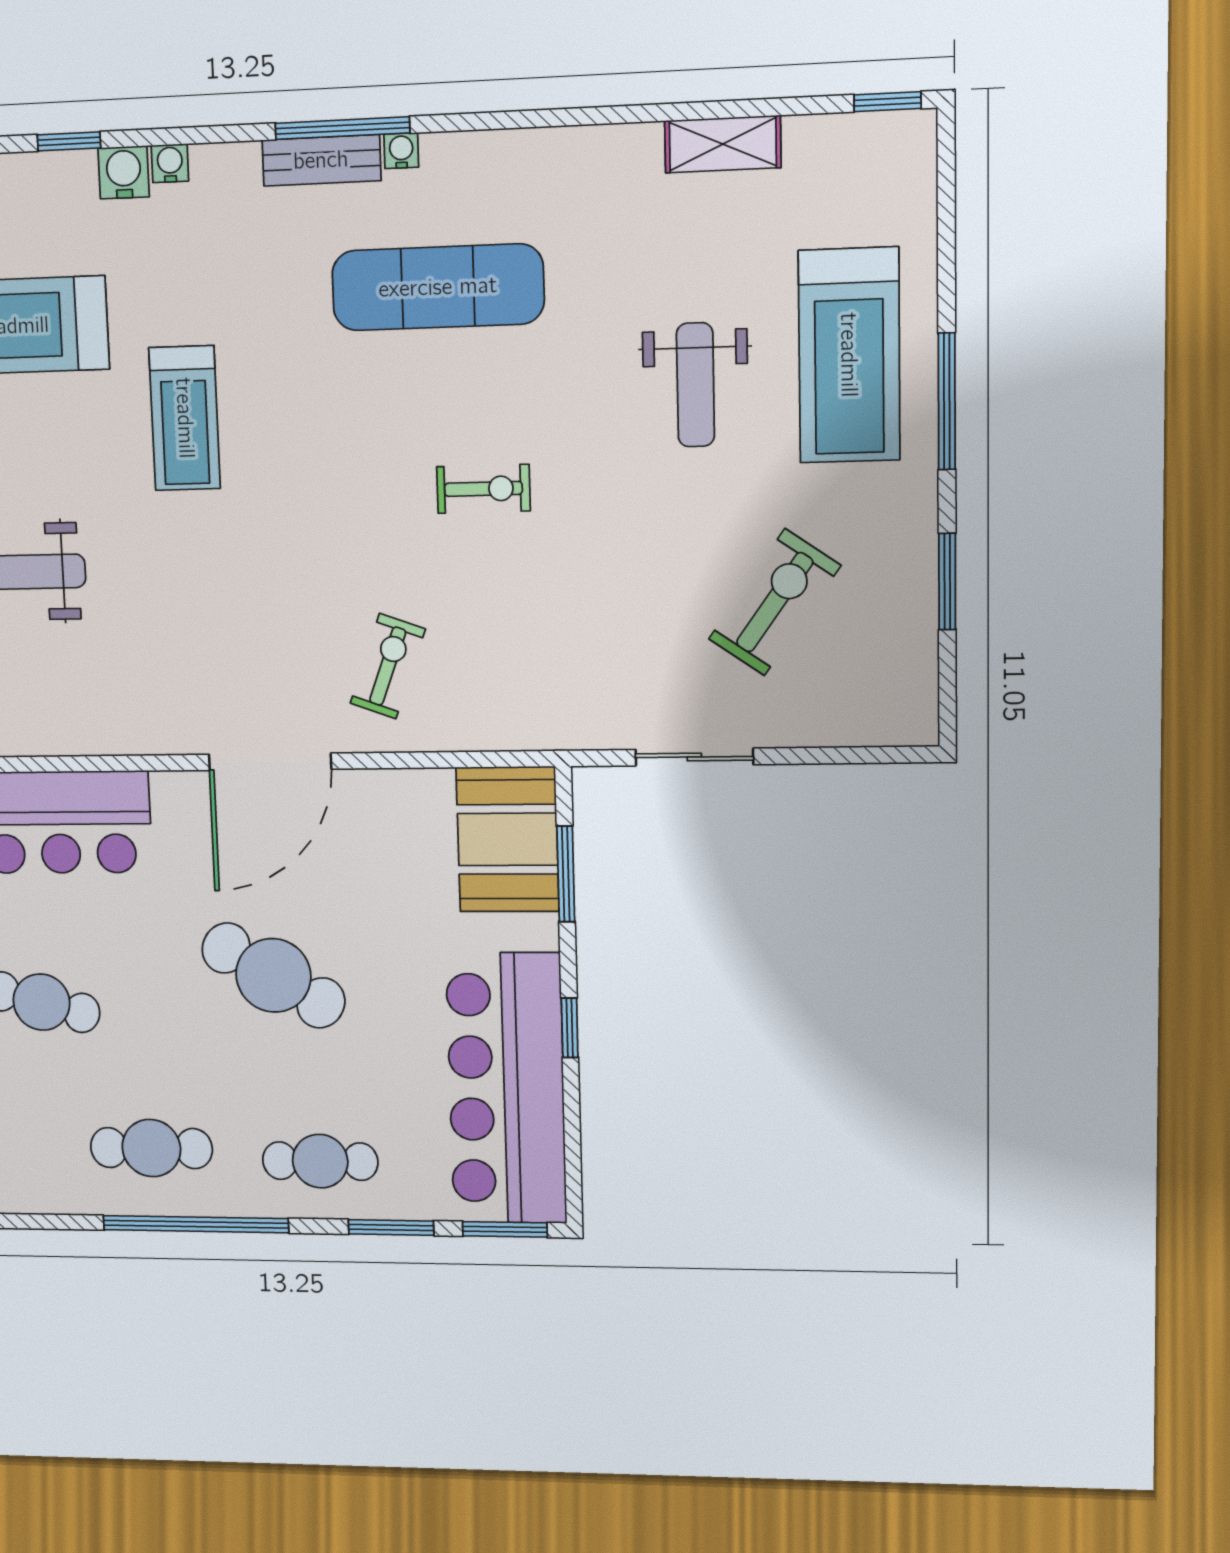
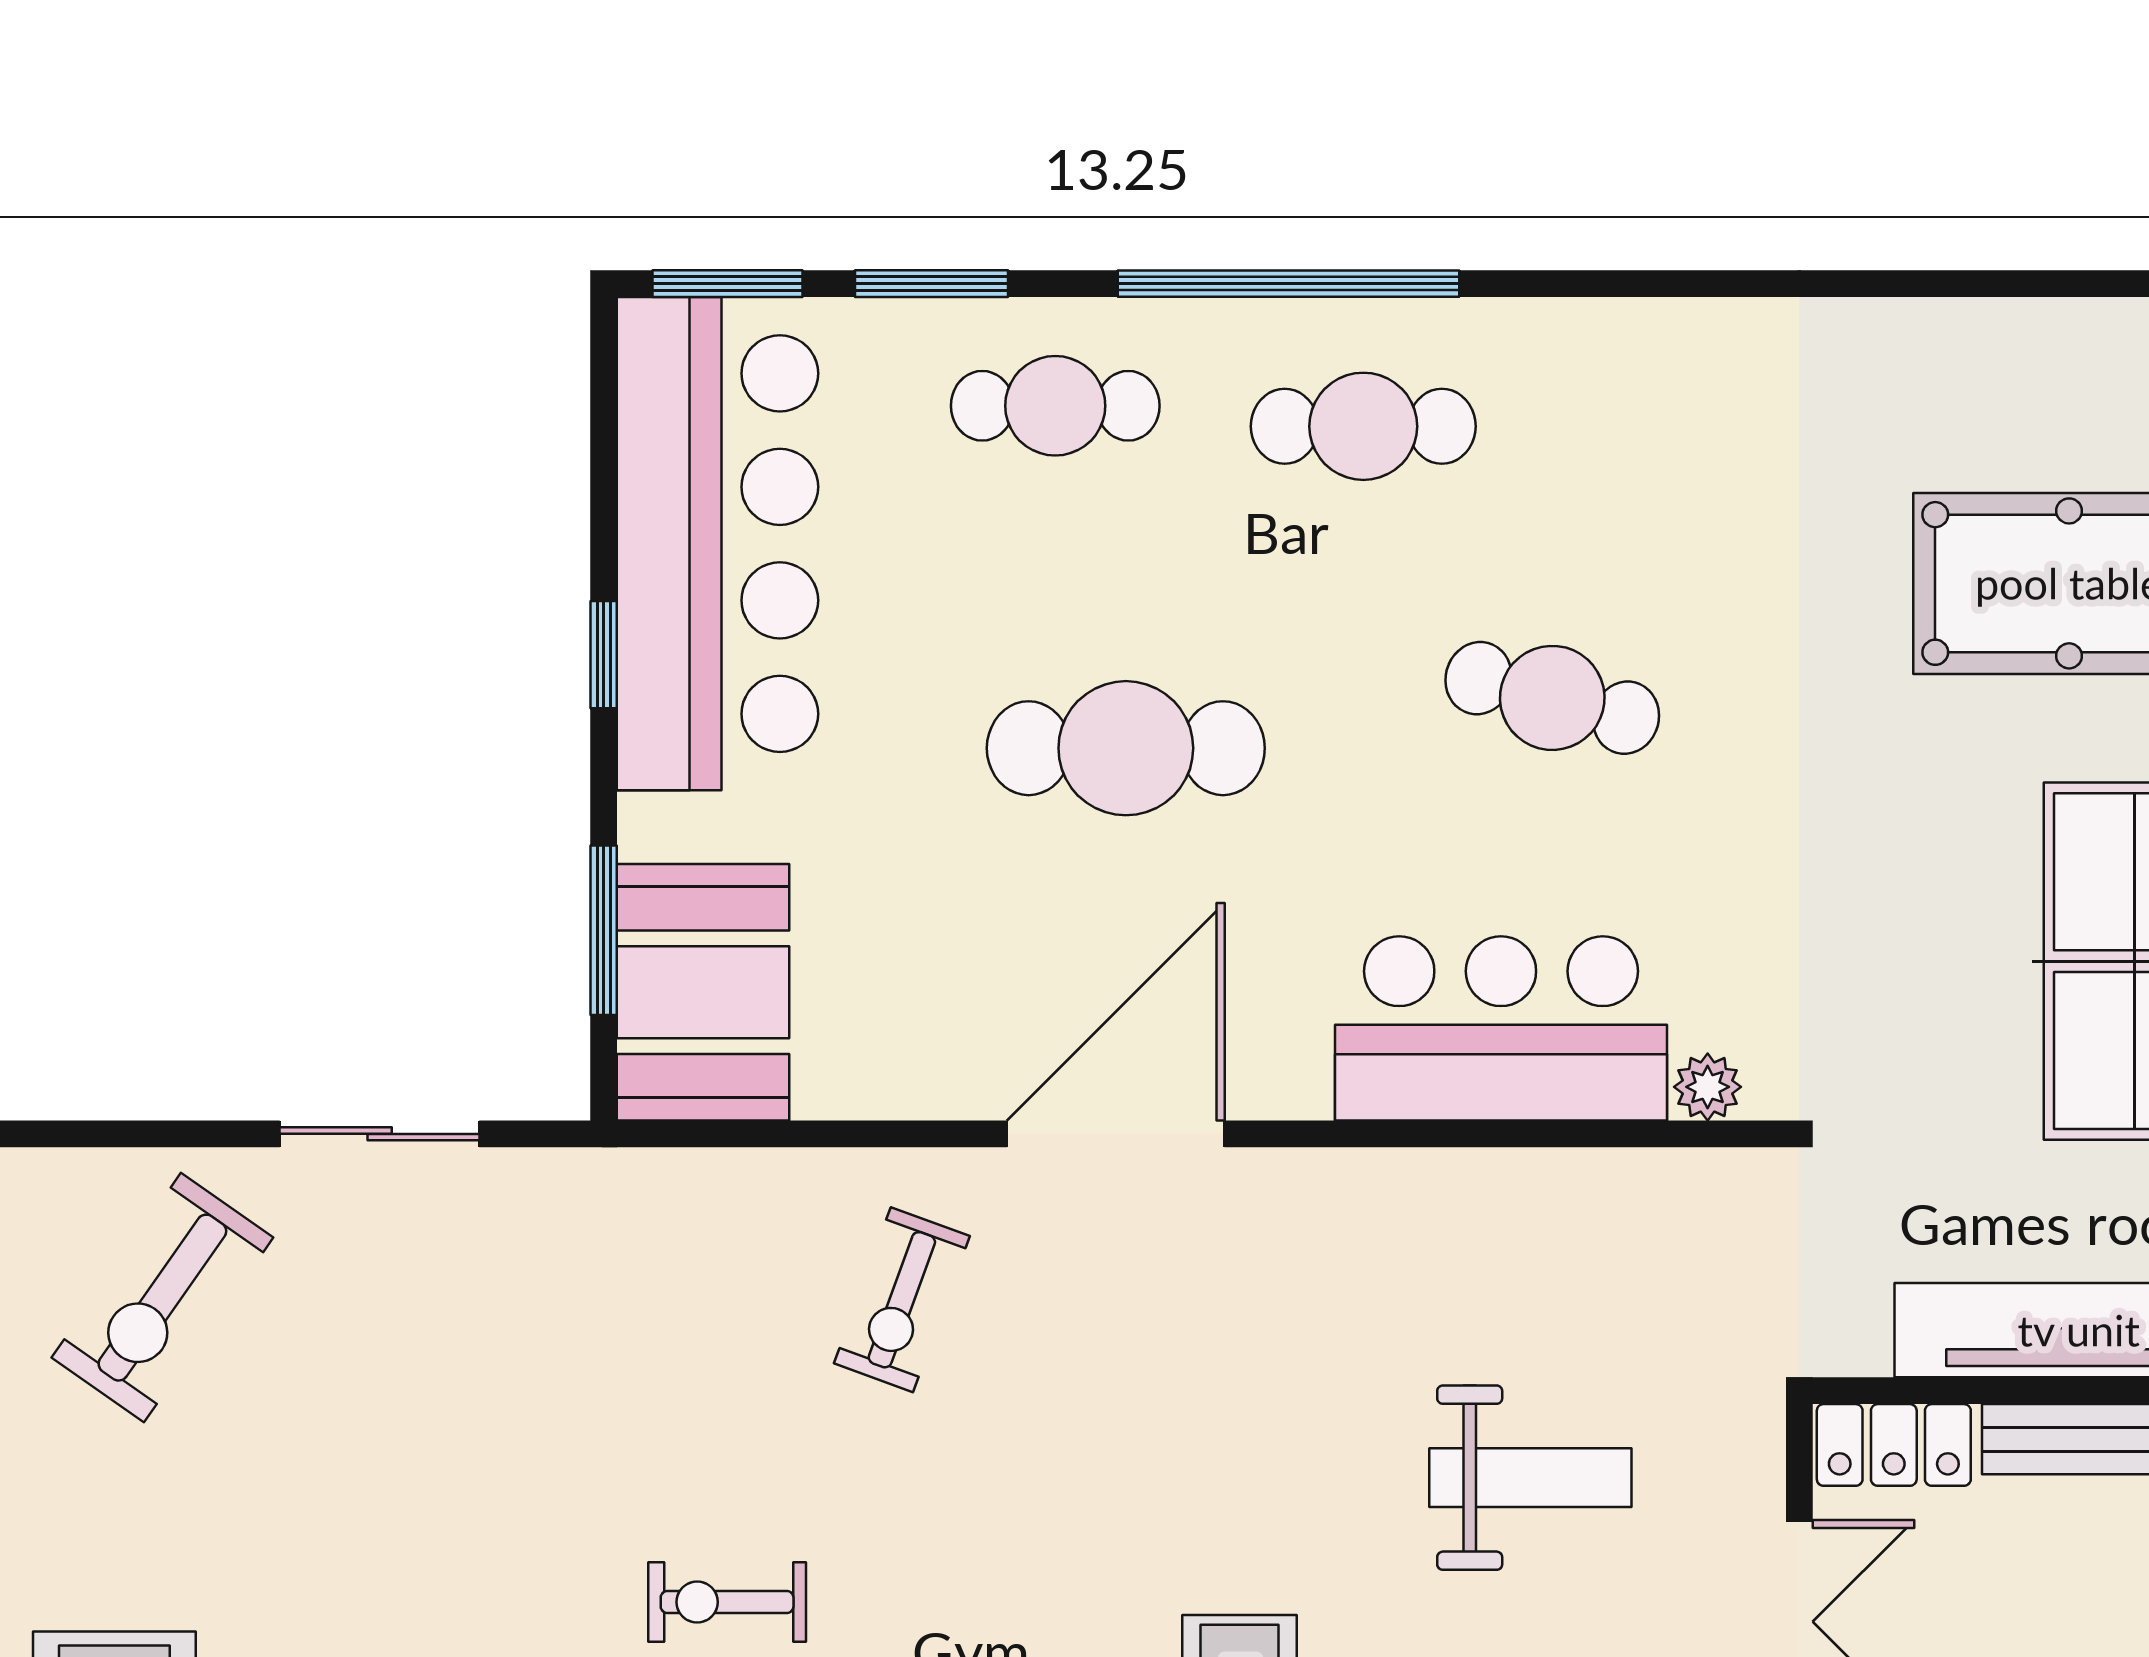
exercise bike: (775, 602) -> (162, 1298), moved
cafe table: (273, 975) -> (1126, 748), turned -31

